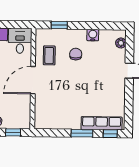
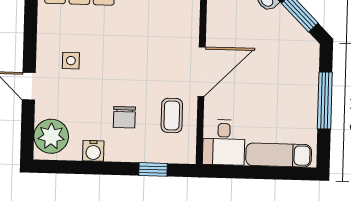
plant: (121, 43) -> (51, 136), width x1.88, depth x1.88
side table: (106, 85) -> (71, 61), added

